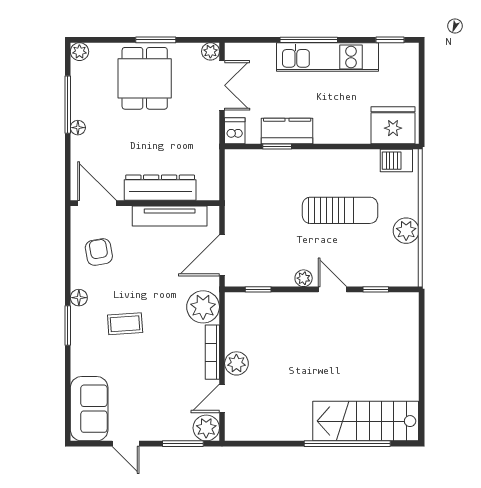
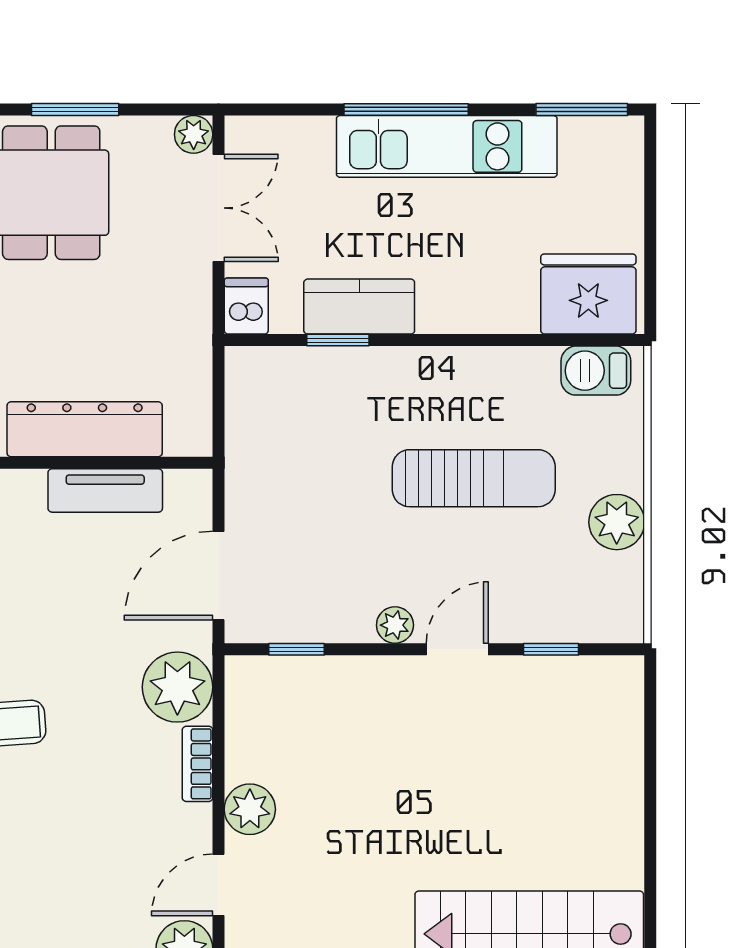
window: (390, 40) -> (582, 109), width x1.50
tv unit: (170, 216) -> (105, 490), width x0.71
door: (332, 289) -> (457, 649), hinge flipped
bookcase: (212, 352) -> (198, 764), width x0.64

